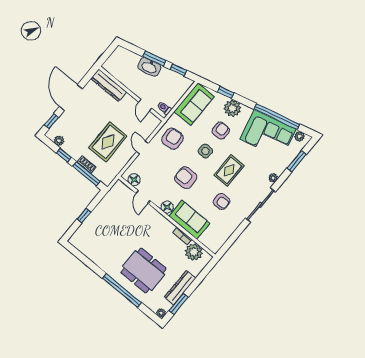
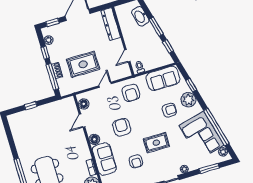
washbasin: (149, 67) -> (140, 16), moved
armchair: (172, 139) -> (131, 93), turned 96
side table: (205, 151) -> (149, 117), removed

